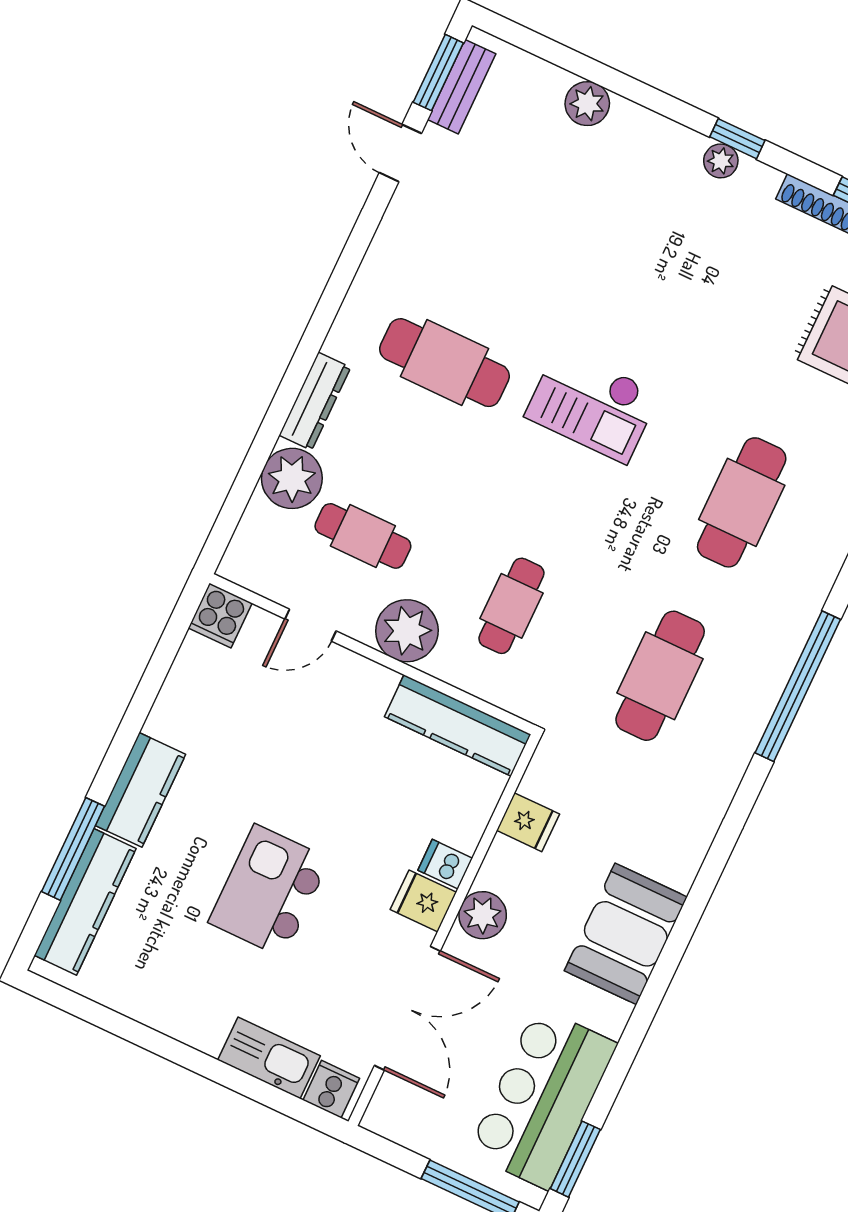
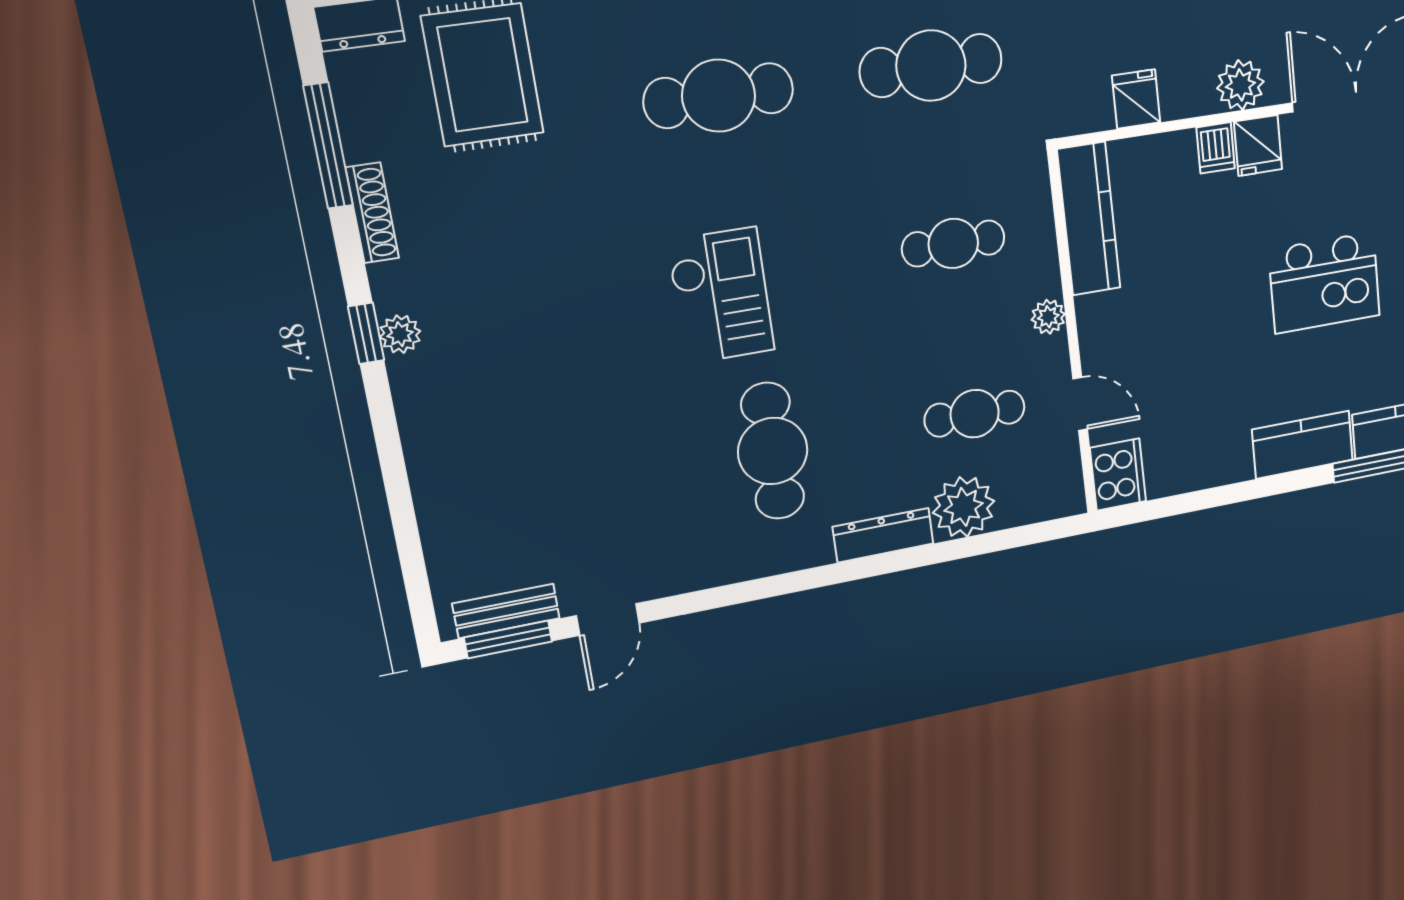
plant: (587, 104) -> (437, 492), removed
cafe table: (363, 536) -> (975, 414), turned 90
cooker: (220, 616) -> (1118, 475), width x1.36
plant: (407, 631) -> (1048, 317), width x0.53, depth x0.53

